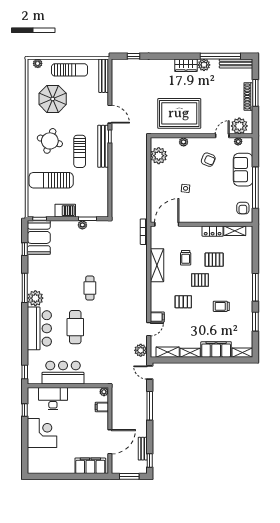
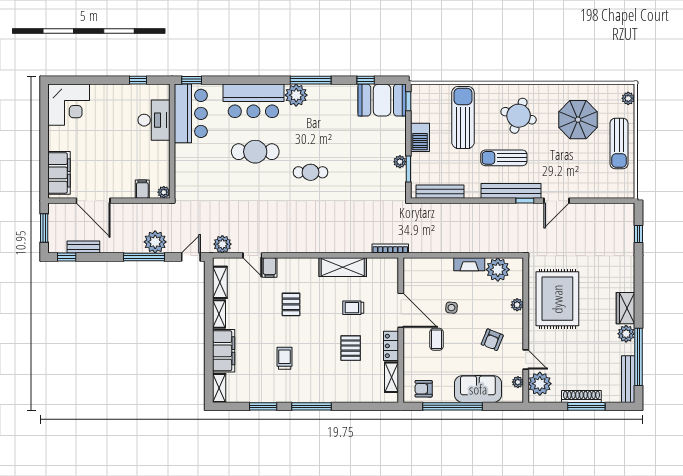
bench: (104, 76) -> (440, 192), moved
fireplace: (155, 176) -> (469, 264), added
coffee table: (208, 199) -> (437, 339), added
door: (167, 224) -> (401, 310), moved
pallet: (200, 280) -> (322, 328), removed
bar counter: (63, 373) -> (191, 113), moved
plant: (139, 398) -> (155, 242), added
corner desk: (42, 433) -> (69, 105), moved

